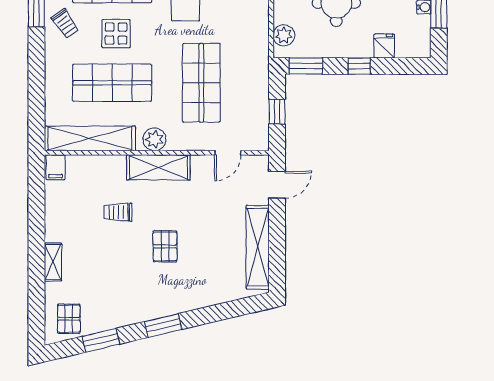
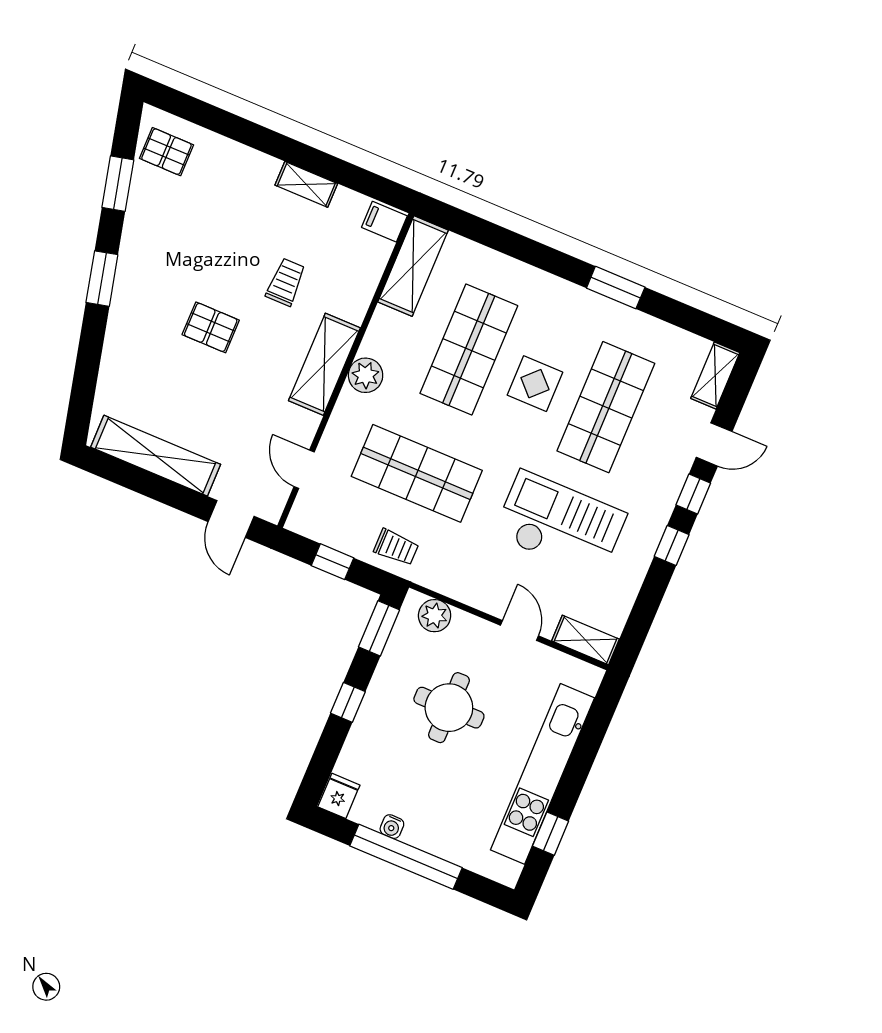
trolley: (65, 24) -> (396, 547), moved, turned -145
fridge: (384, 46) -> (339, 796), moved, turned -90
shelving: (90, 138) -> (413, 266), width x0.68
shelving: (53, 262) -> (306, 184), moved

